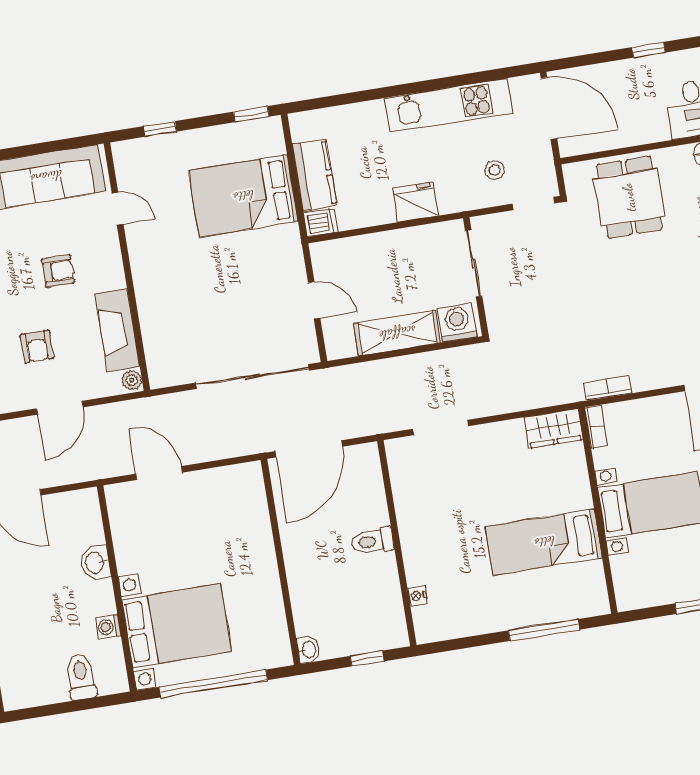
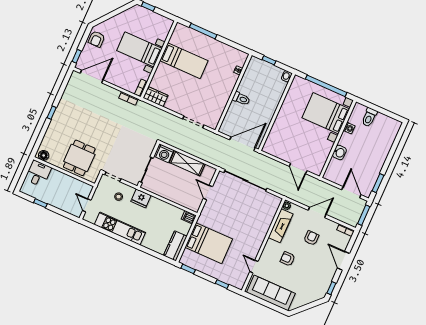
door: (549, 108) -> (87, 205), width x0.53
kitchen counter: (314, 175) -> (175, 246), moved
fridge: (415, 202) -> (141, 198), moved

